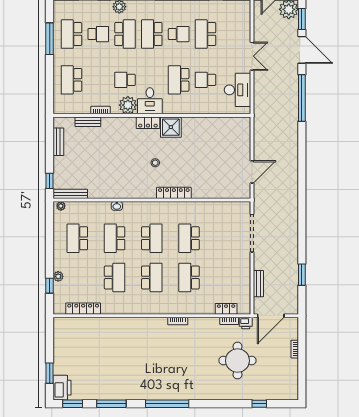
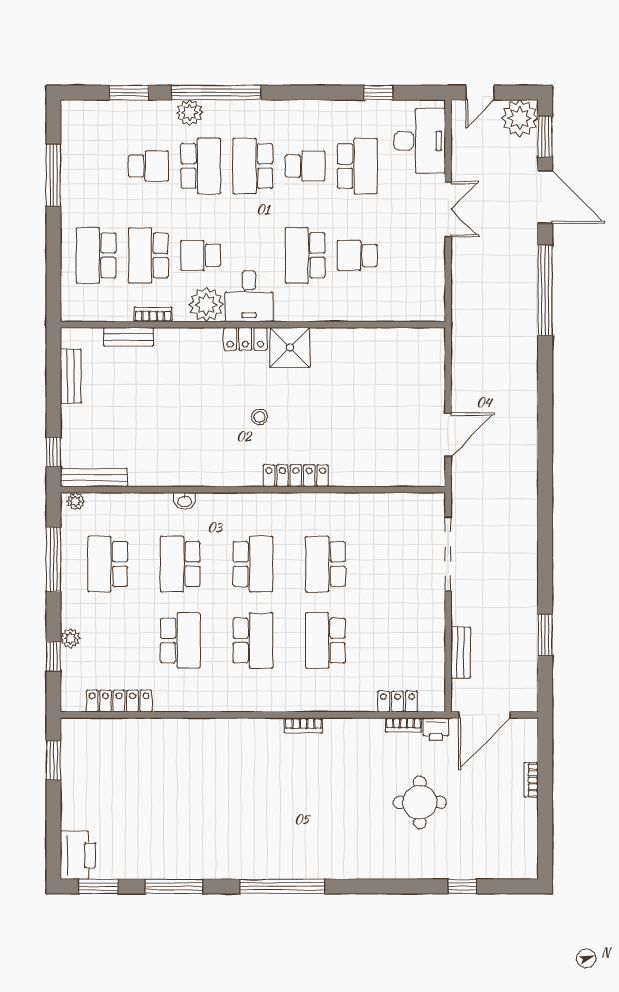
school desk: (71, 34) -> (148, 255), moved
school desk: (205, 34) -> (357, 166), turned 180
desk: (237, 90) -> (420, 141), moved
window: (50, 236) -> (53, 559), added
round table: (237, 361) -> (420, 802), width x0.73, depth x0.73
window: (50, 373) -> (53, 760), moved

